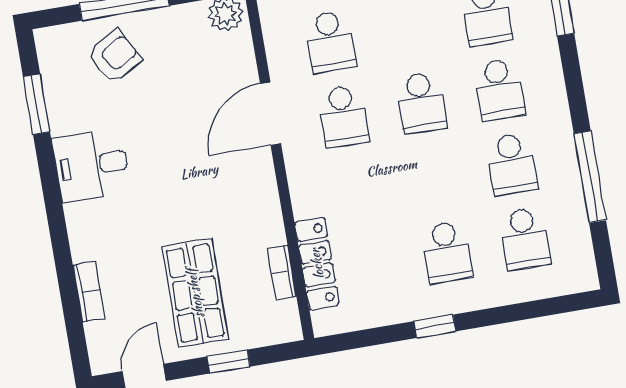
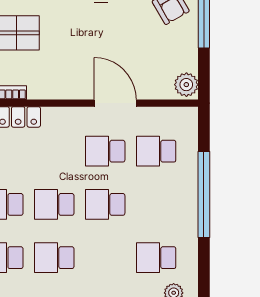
school desk: (499, 90) -> (54, 204), moved

